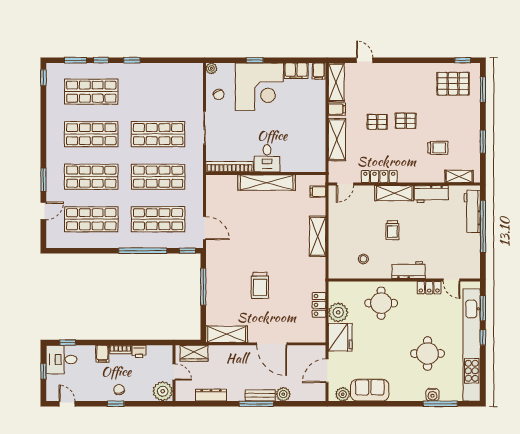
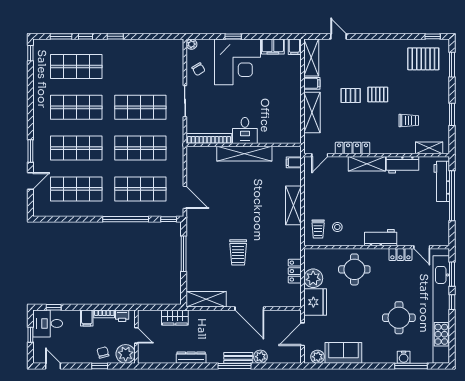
trolley: (392, 230) -> (318, 229), moved
door: (174, 372) -> (136, 335), moved
wall: (174, 373) -> (136, 337), moved
plant: (163, 391) -> (126, 354), moved

